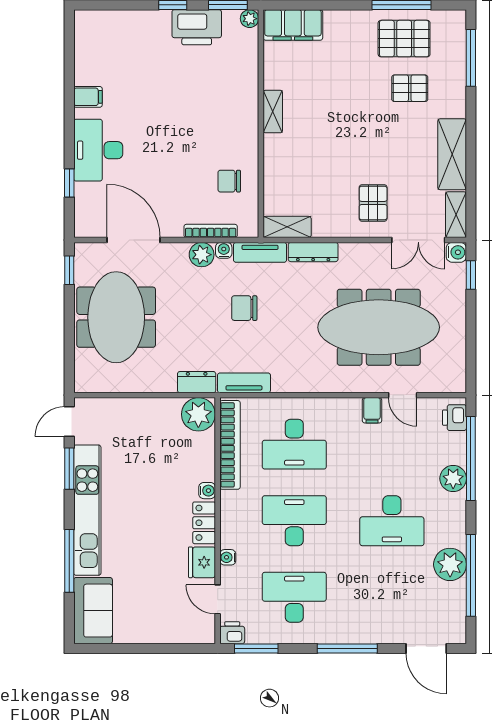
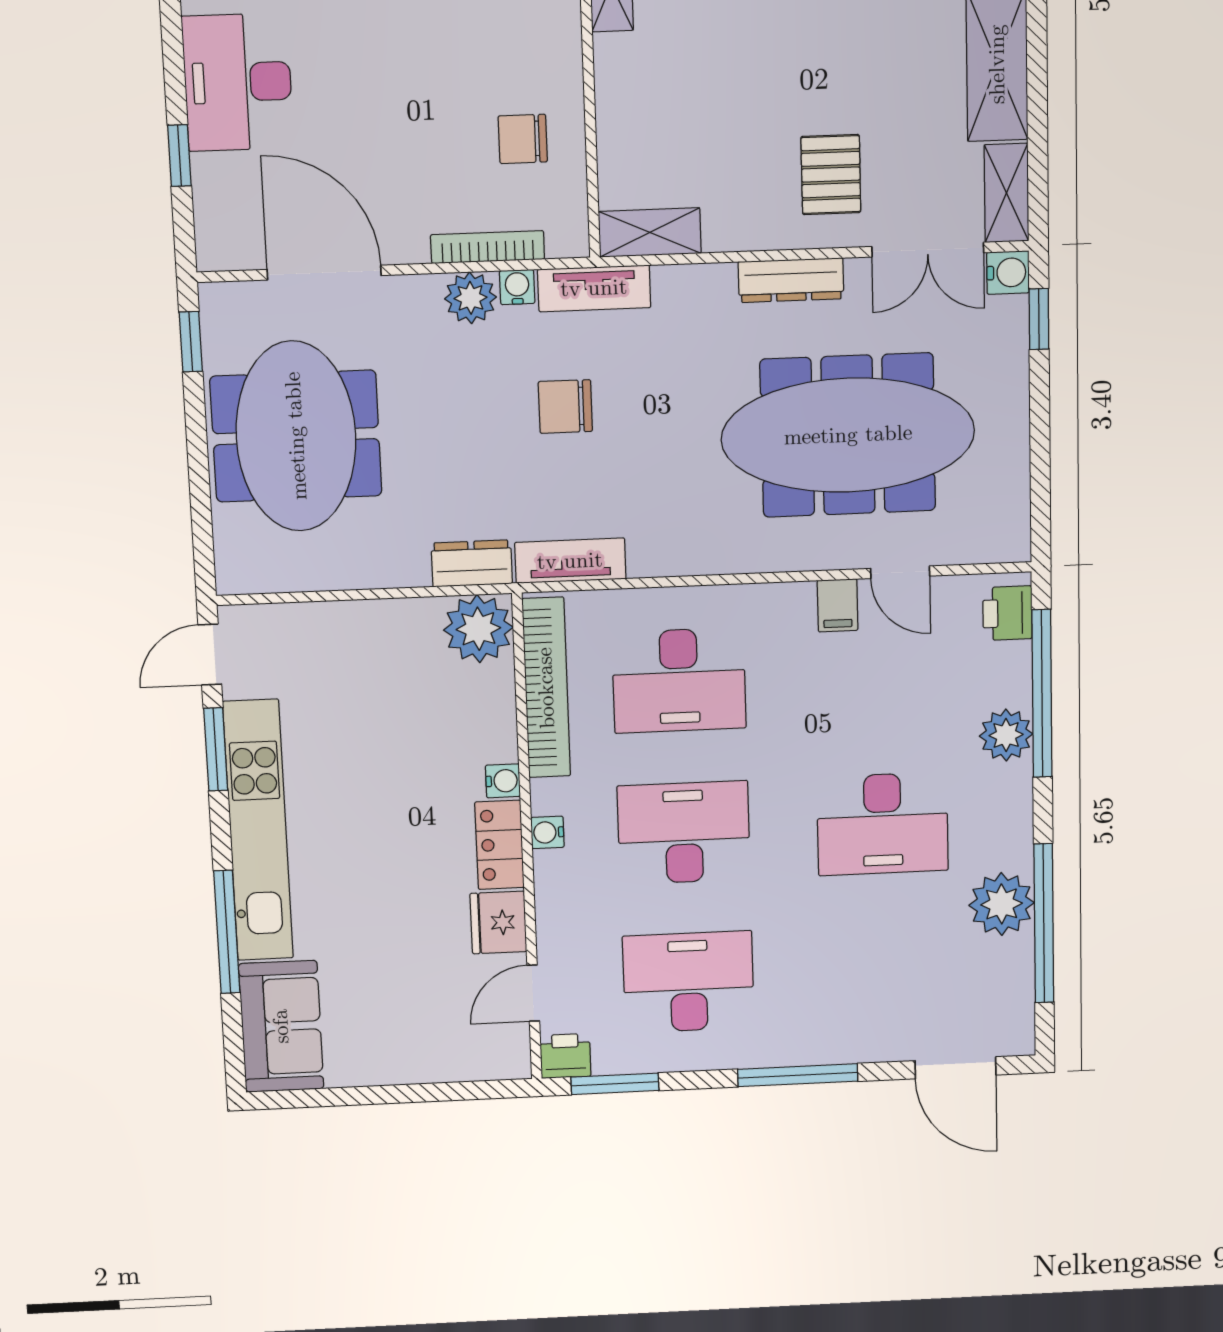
dresser: (313, 252) -> (791, 280), moved
water cooler: (228, 557) -> (547, 832), moved
door: (218, 599) -> (533, 993), hinge flipped

